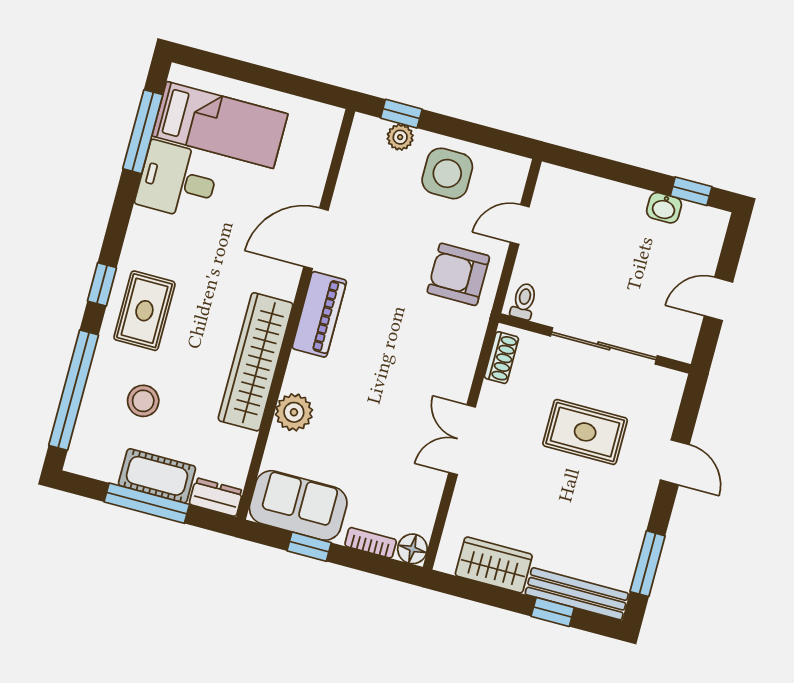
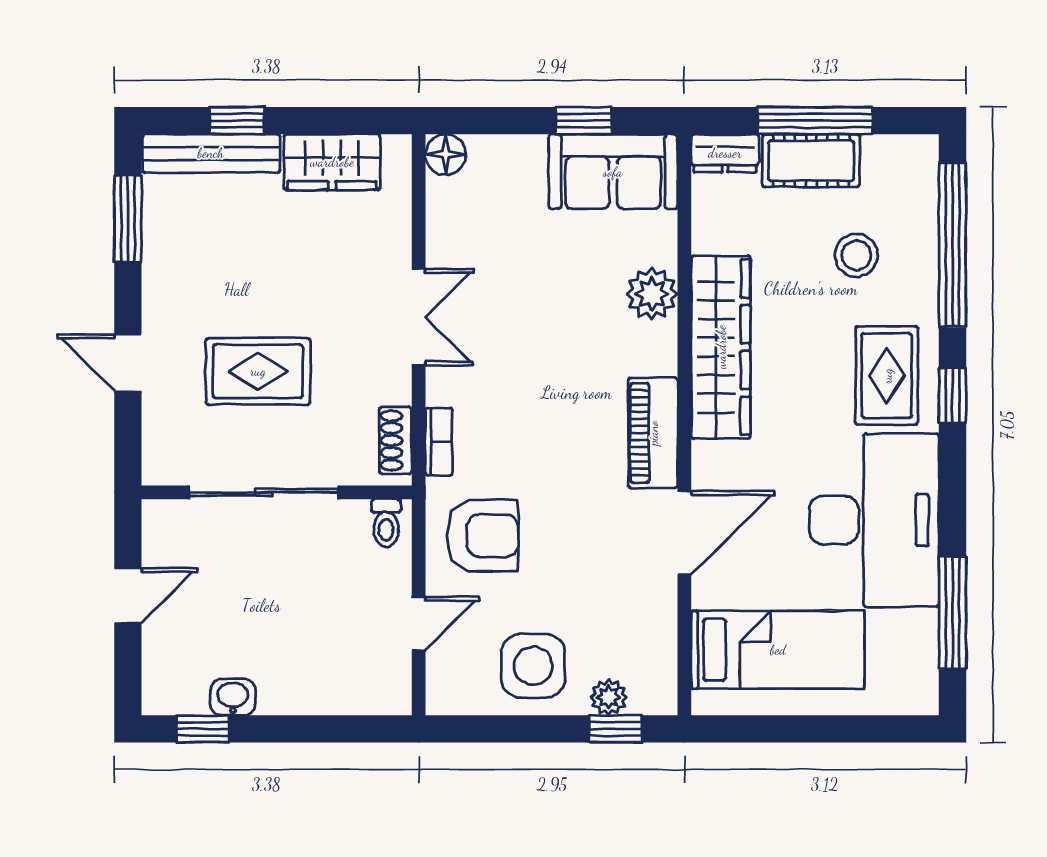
bed: (220, 125) -> (778, 650), moved, turned 180
desk: (178, 180) -> (874, 520), width x1.87, depth x1.30
bookcase: (371, 543) -> (439, 442), moved, turned -90

